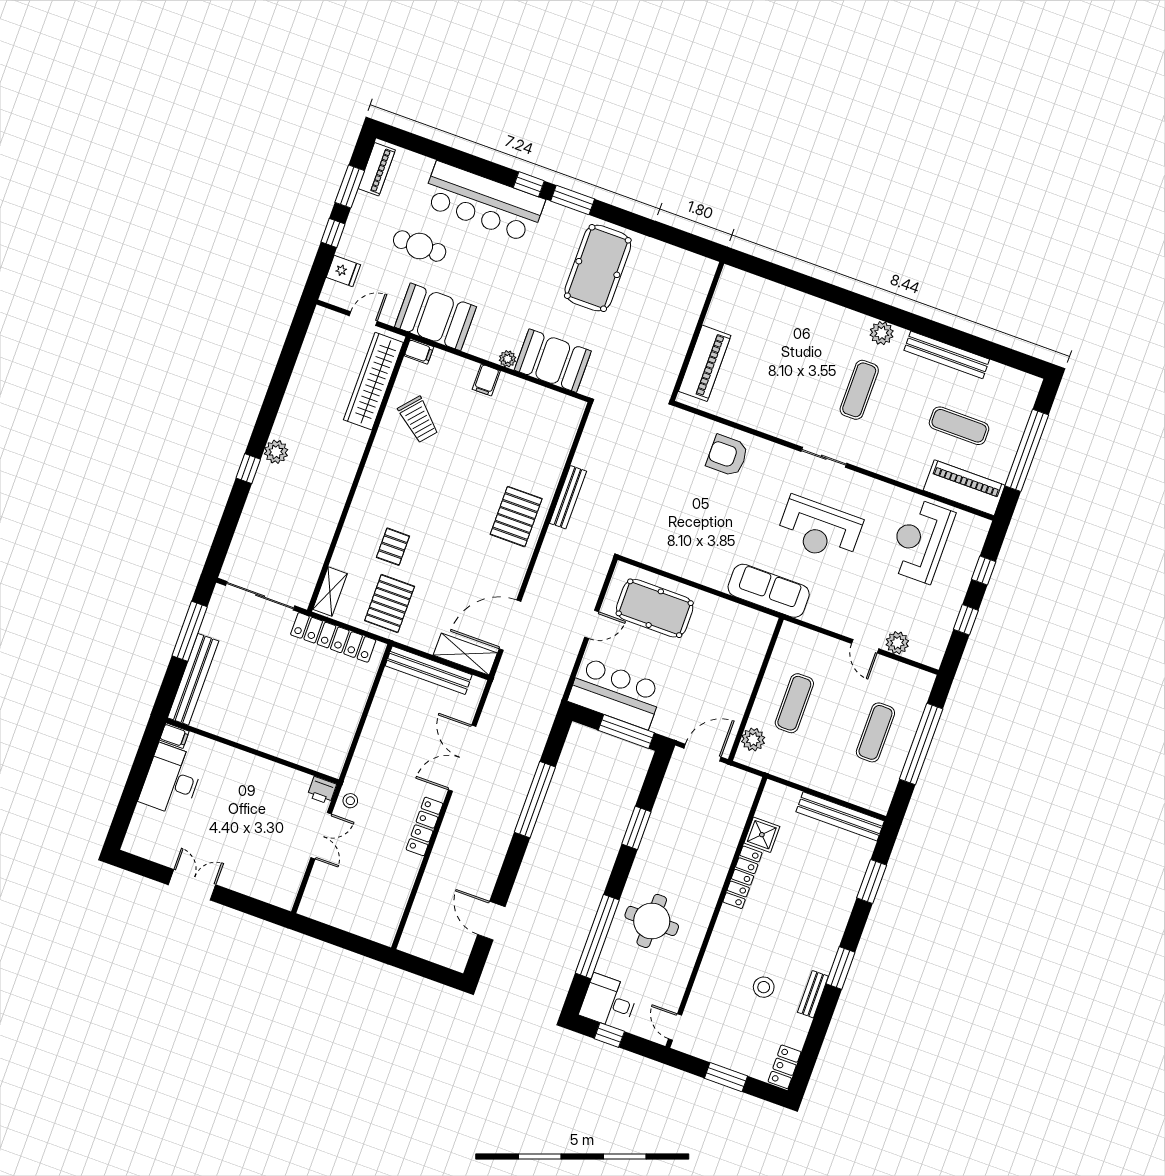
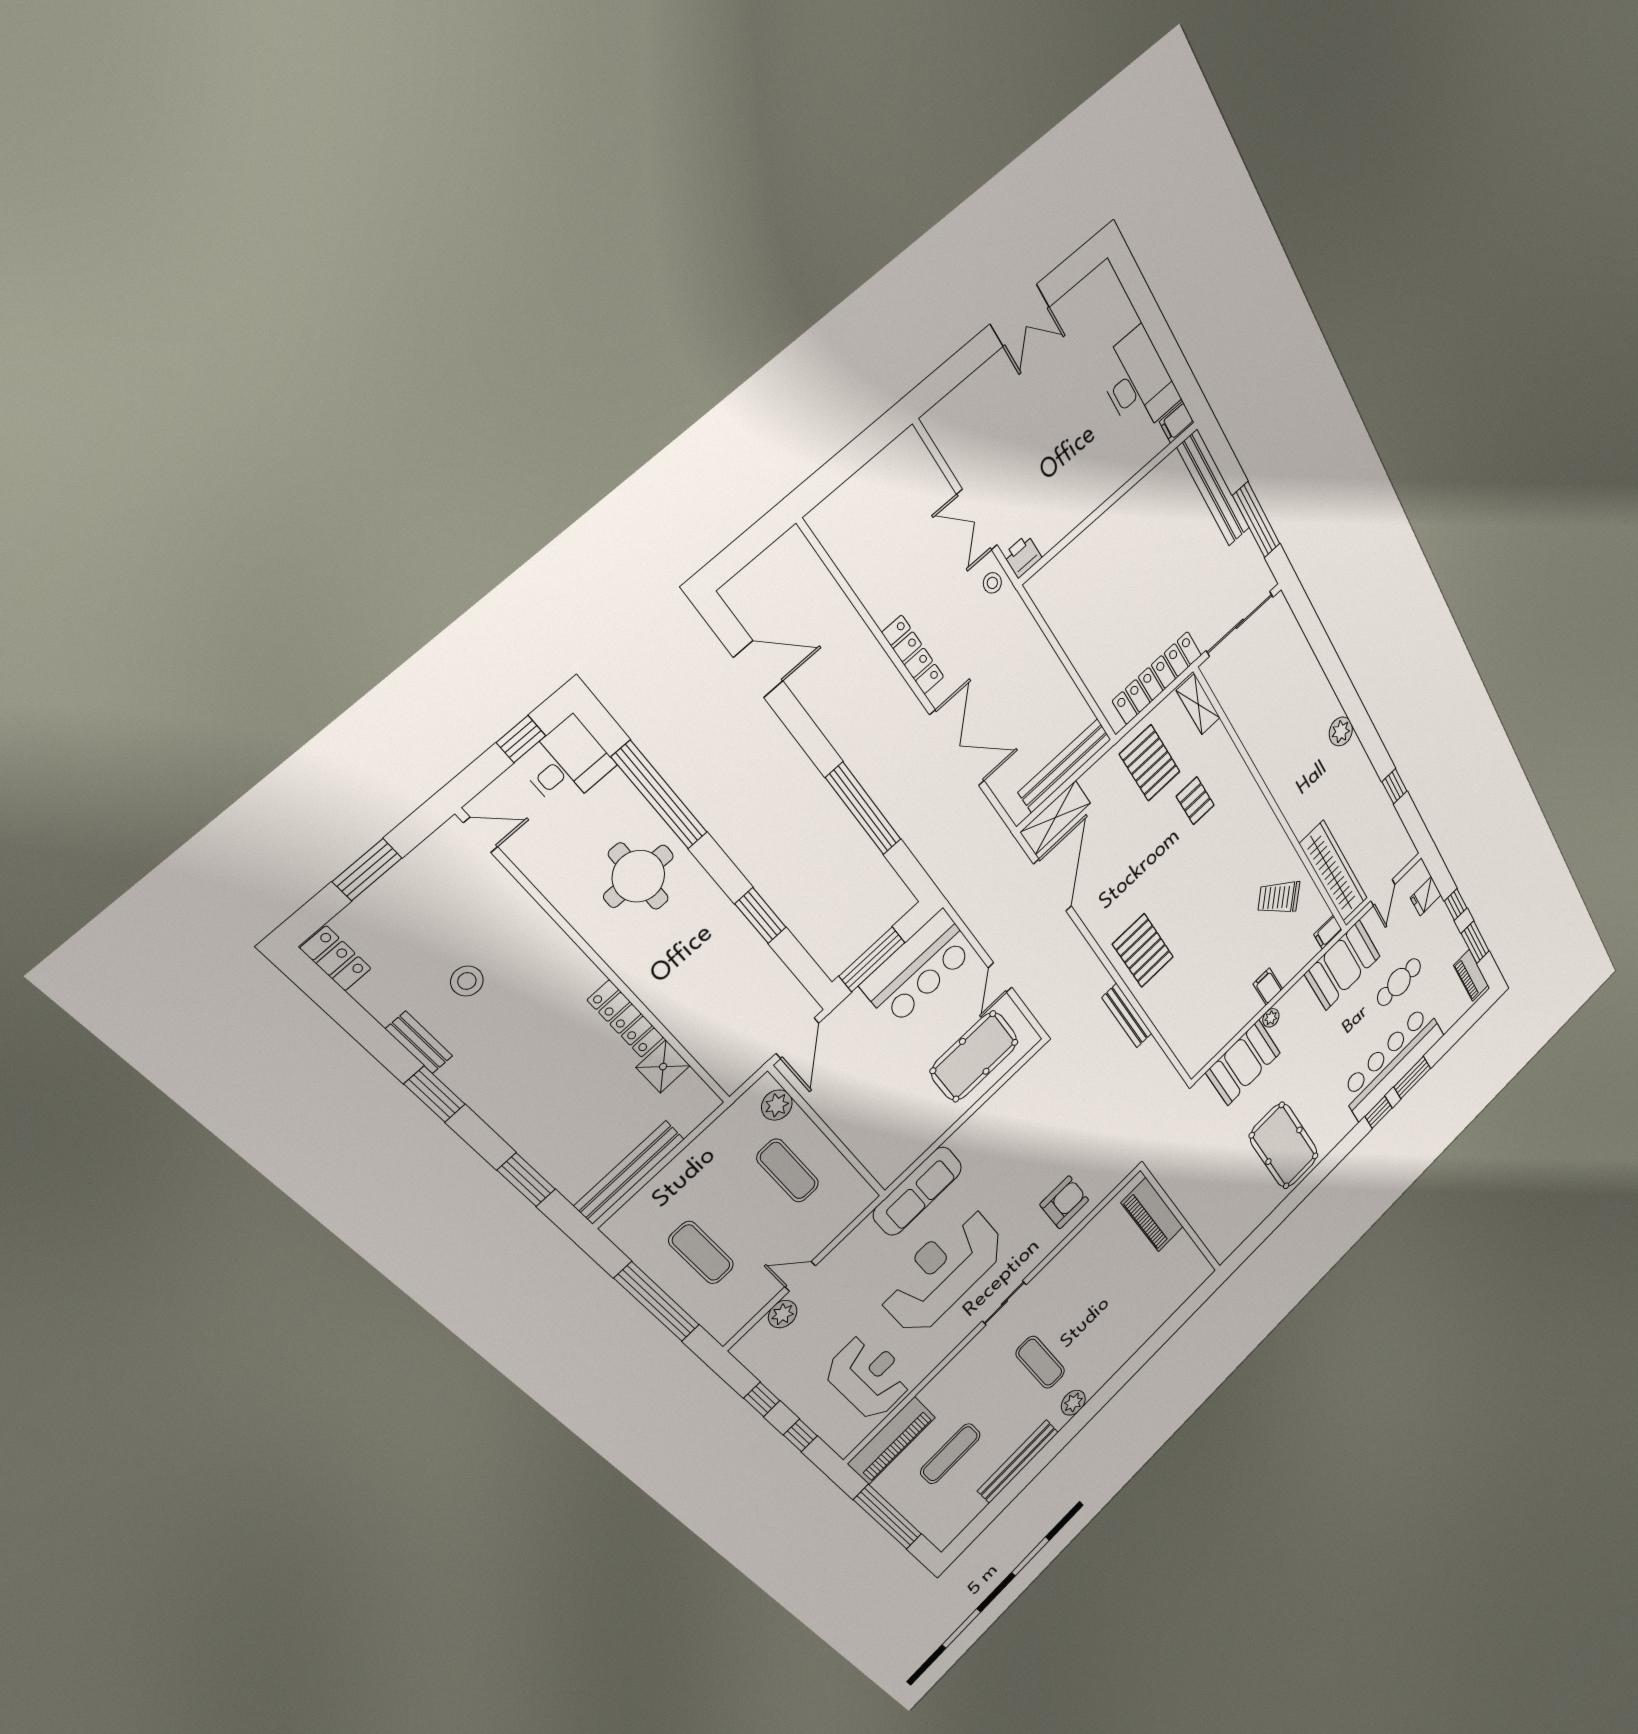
window: (573, 200) -> (1412, 1078), moved
window: (248, 469) -> (1394, 786), moved
reception desk: (819, 529) -> (943, 1271), width x1.36, depth x1.30

